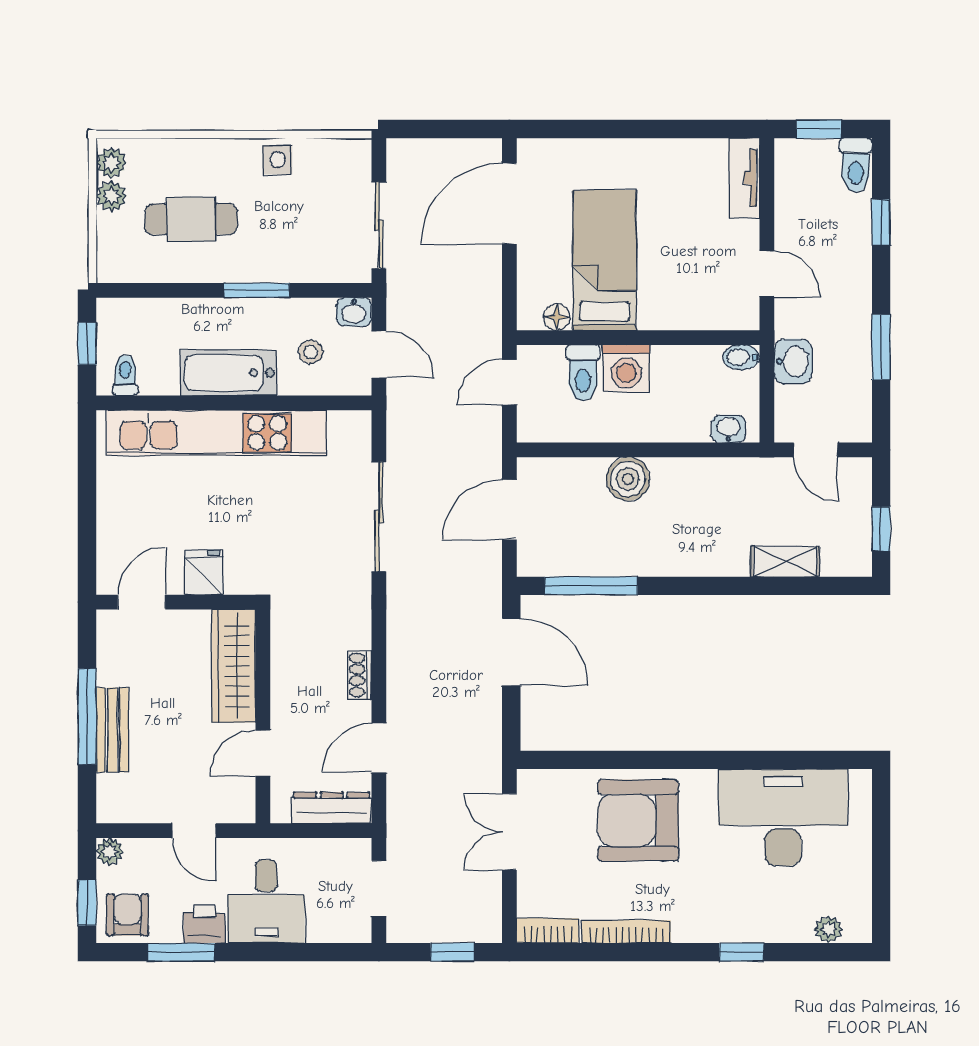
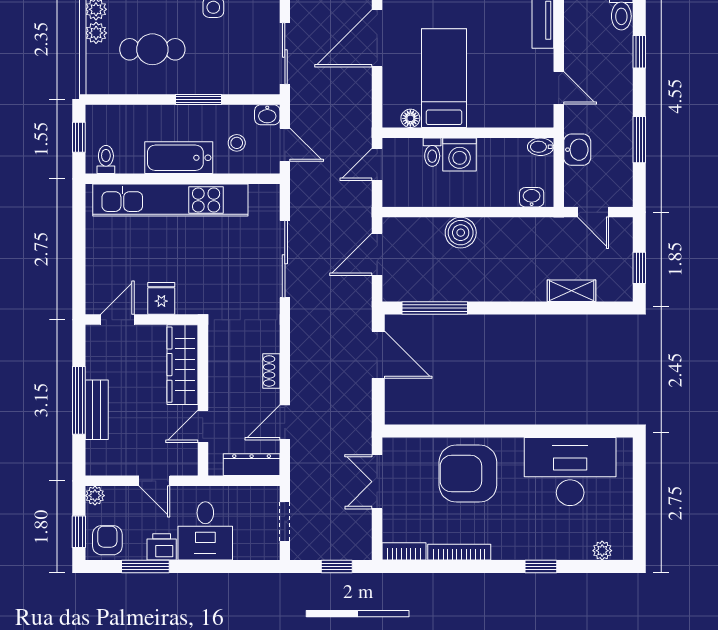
toilet: (583, 373) -> (432, 152), width x0.73, depth x0.72

